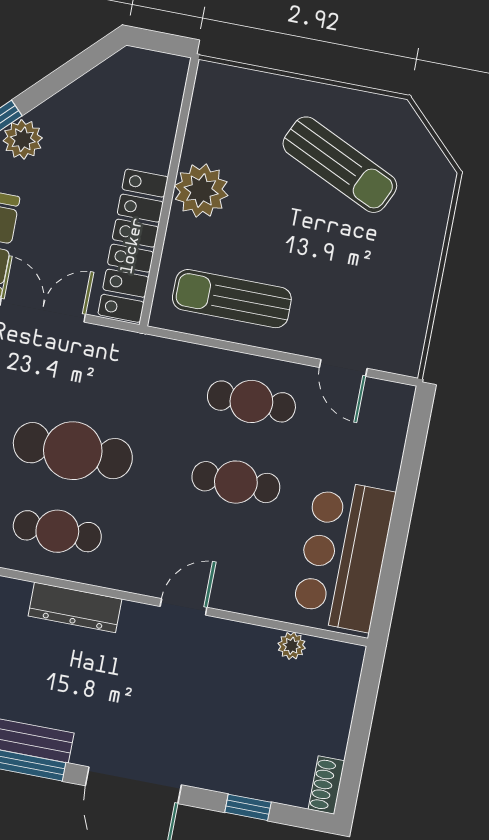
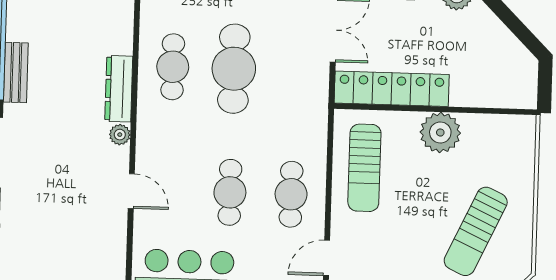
sun lounger: (232, 299) -> (364, 168), turned 180
door: (184, 607) -> (131, 191), moved
plant: (292, 646) -> (120, 135), moved

